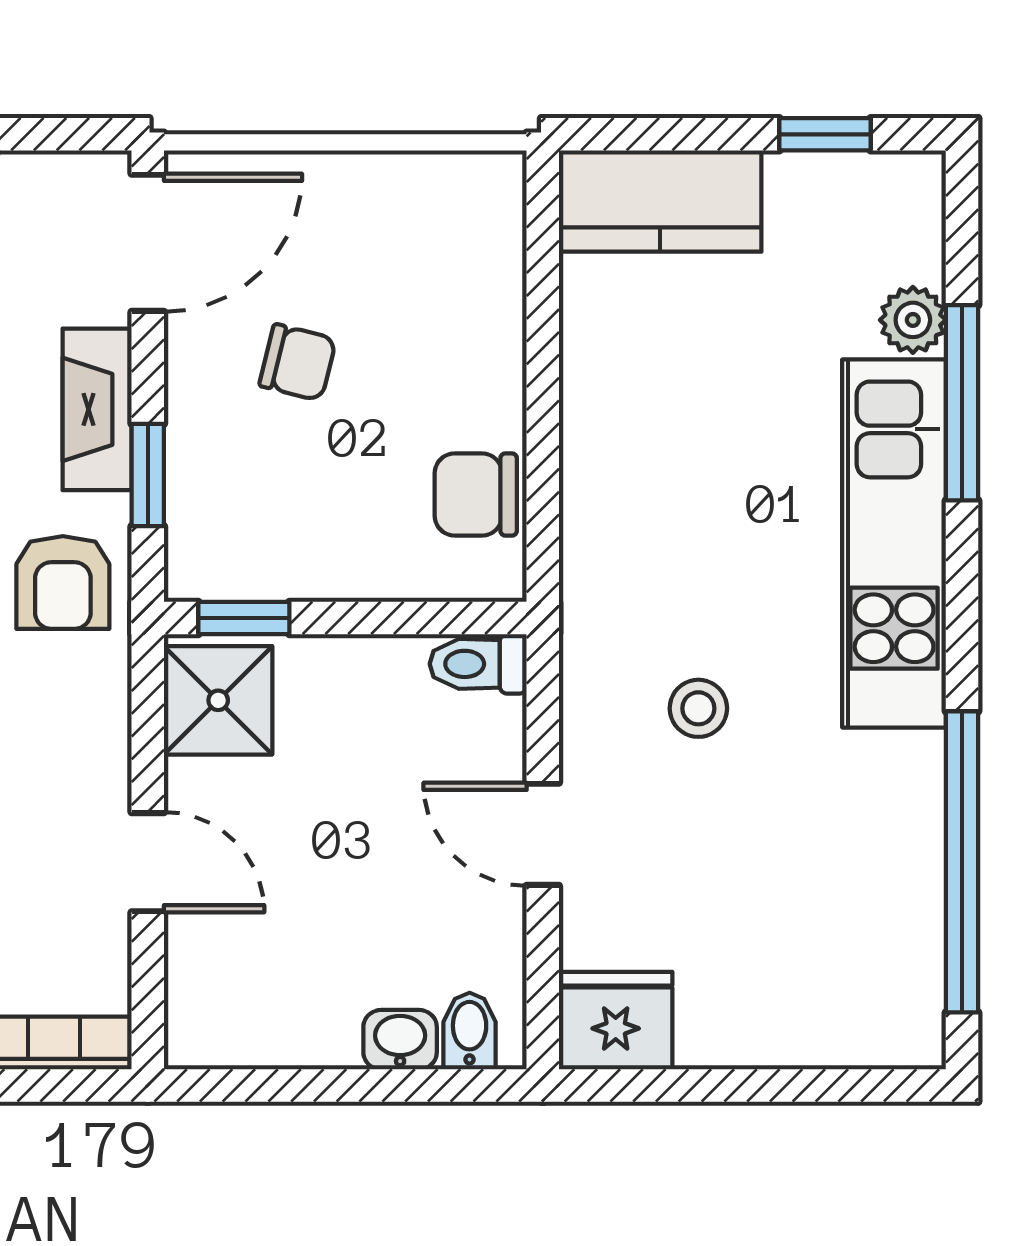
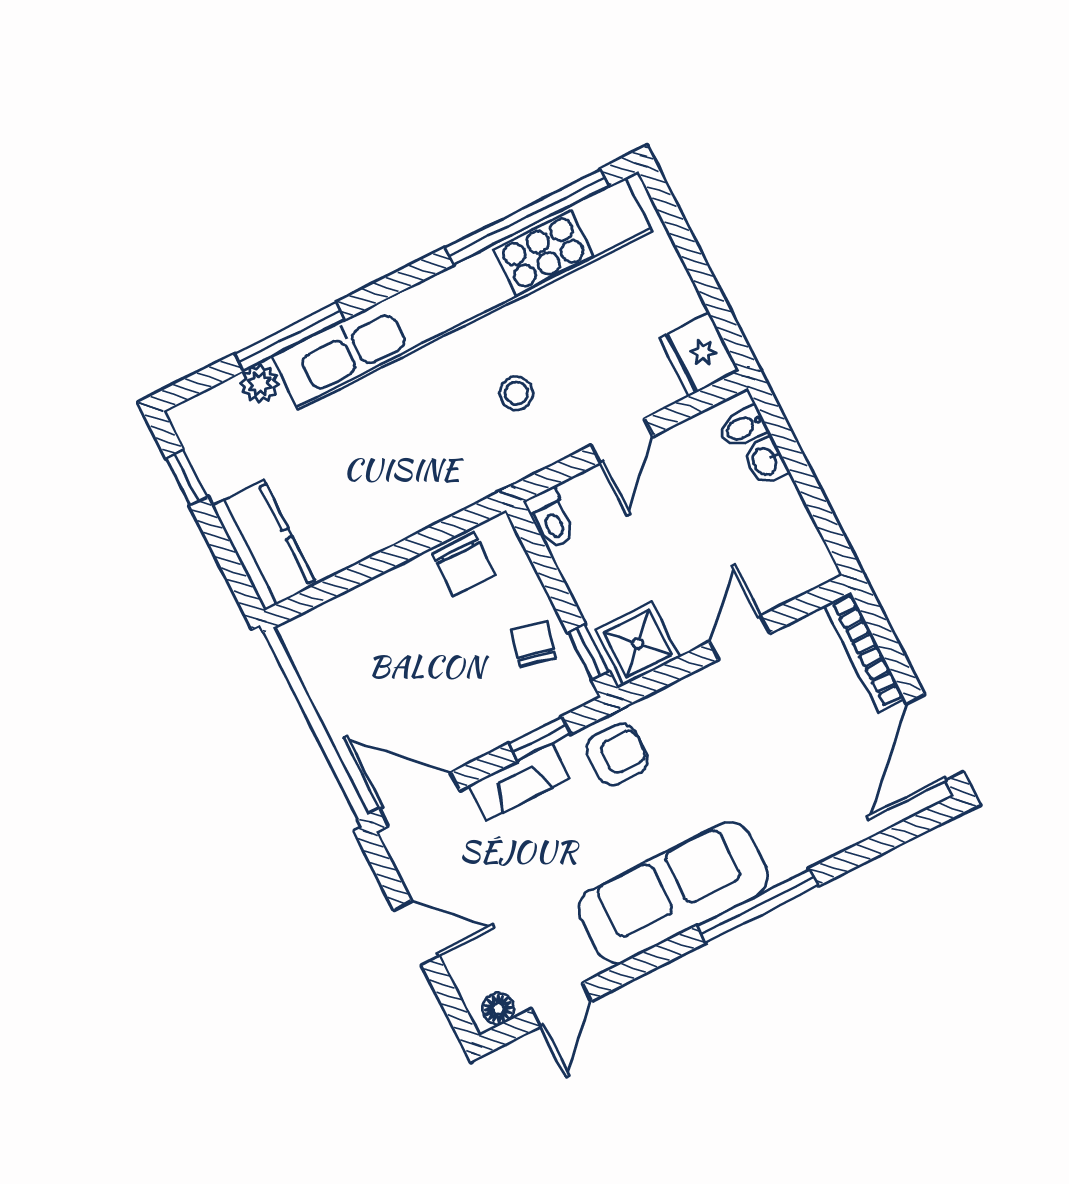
chair: (298, 362) -> (533, 644), moved
kitchen unit: (894, 544) -> (462, 294), width x1.86

